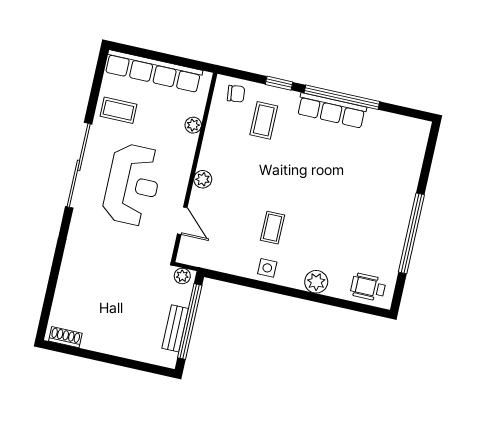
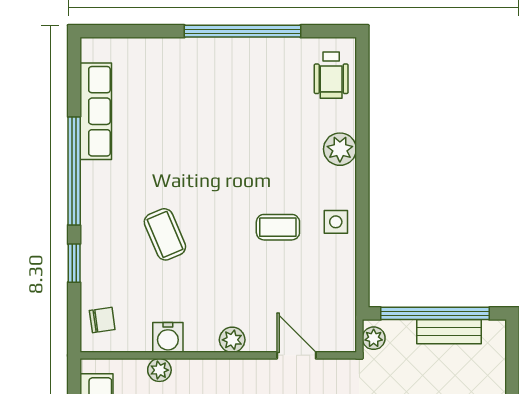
chair: (236, 94) -> (102, 320), turned 89
row of seats: (332, 110) -> (96, 111), moved
coffee table: (264, 120) -> (165, 234), moved, turned 67
water cooler: (214, 136) -> (168, 337), added
door: (182, 221) -> (296, 355), hinge flipped

